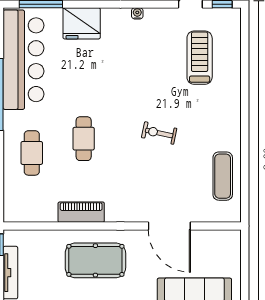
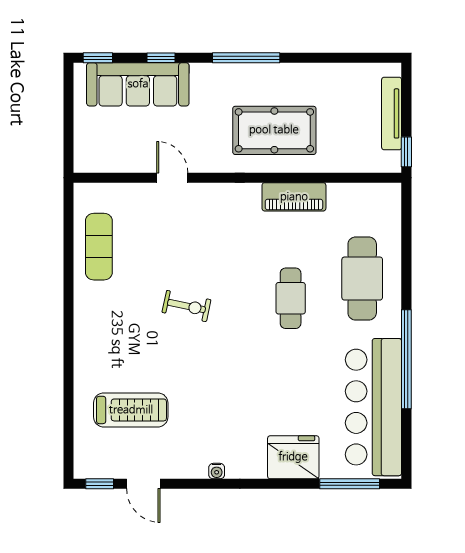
treadmill: (200, 58) -> (131, 410), turned -90
cafe table: (32, 153) -> (362, 279), width x1.37, depth x1.35
door: (169, 226) -> (172, 178), width x0.53

